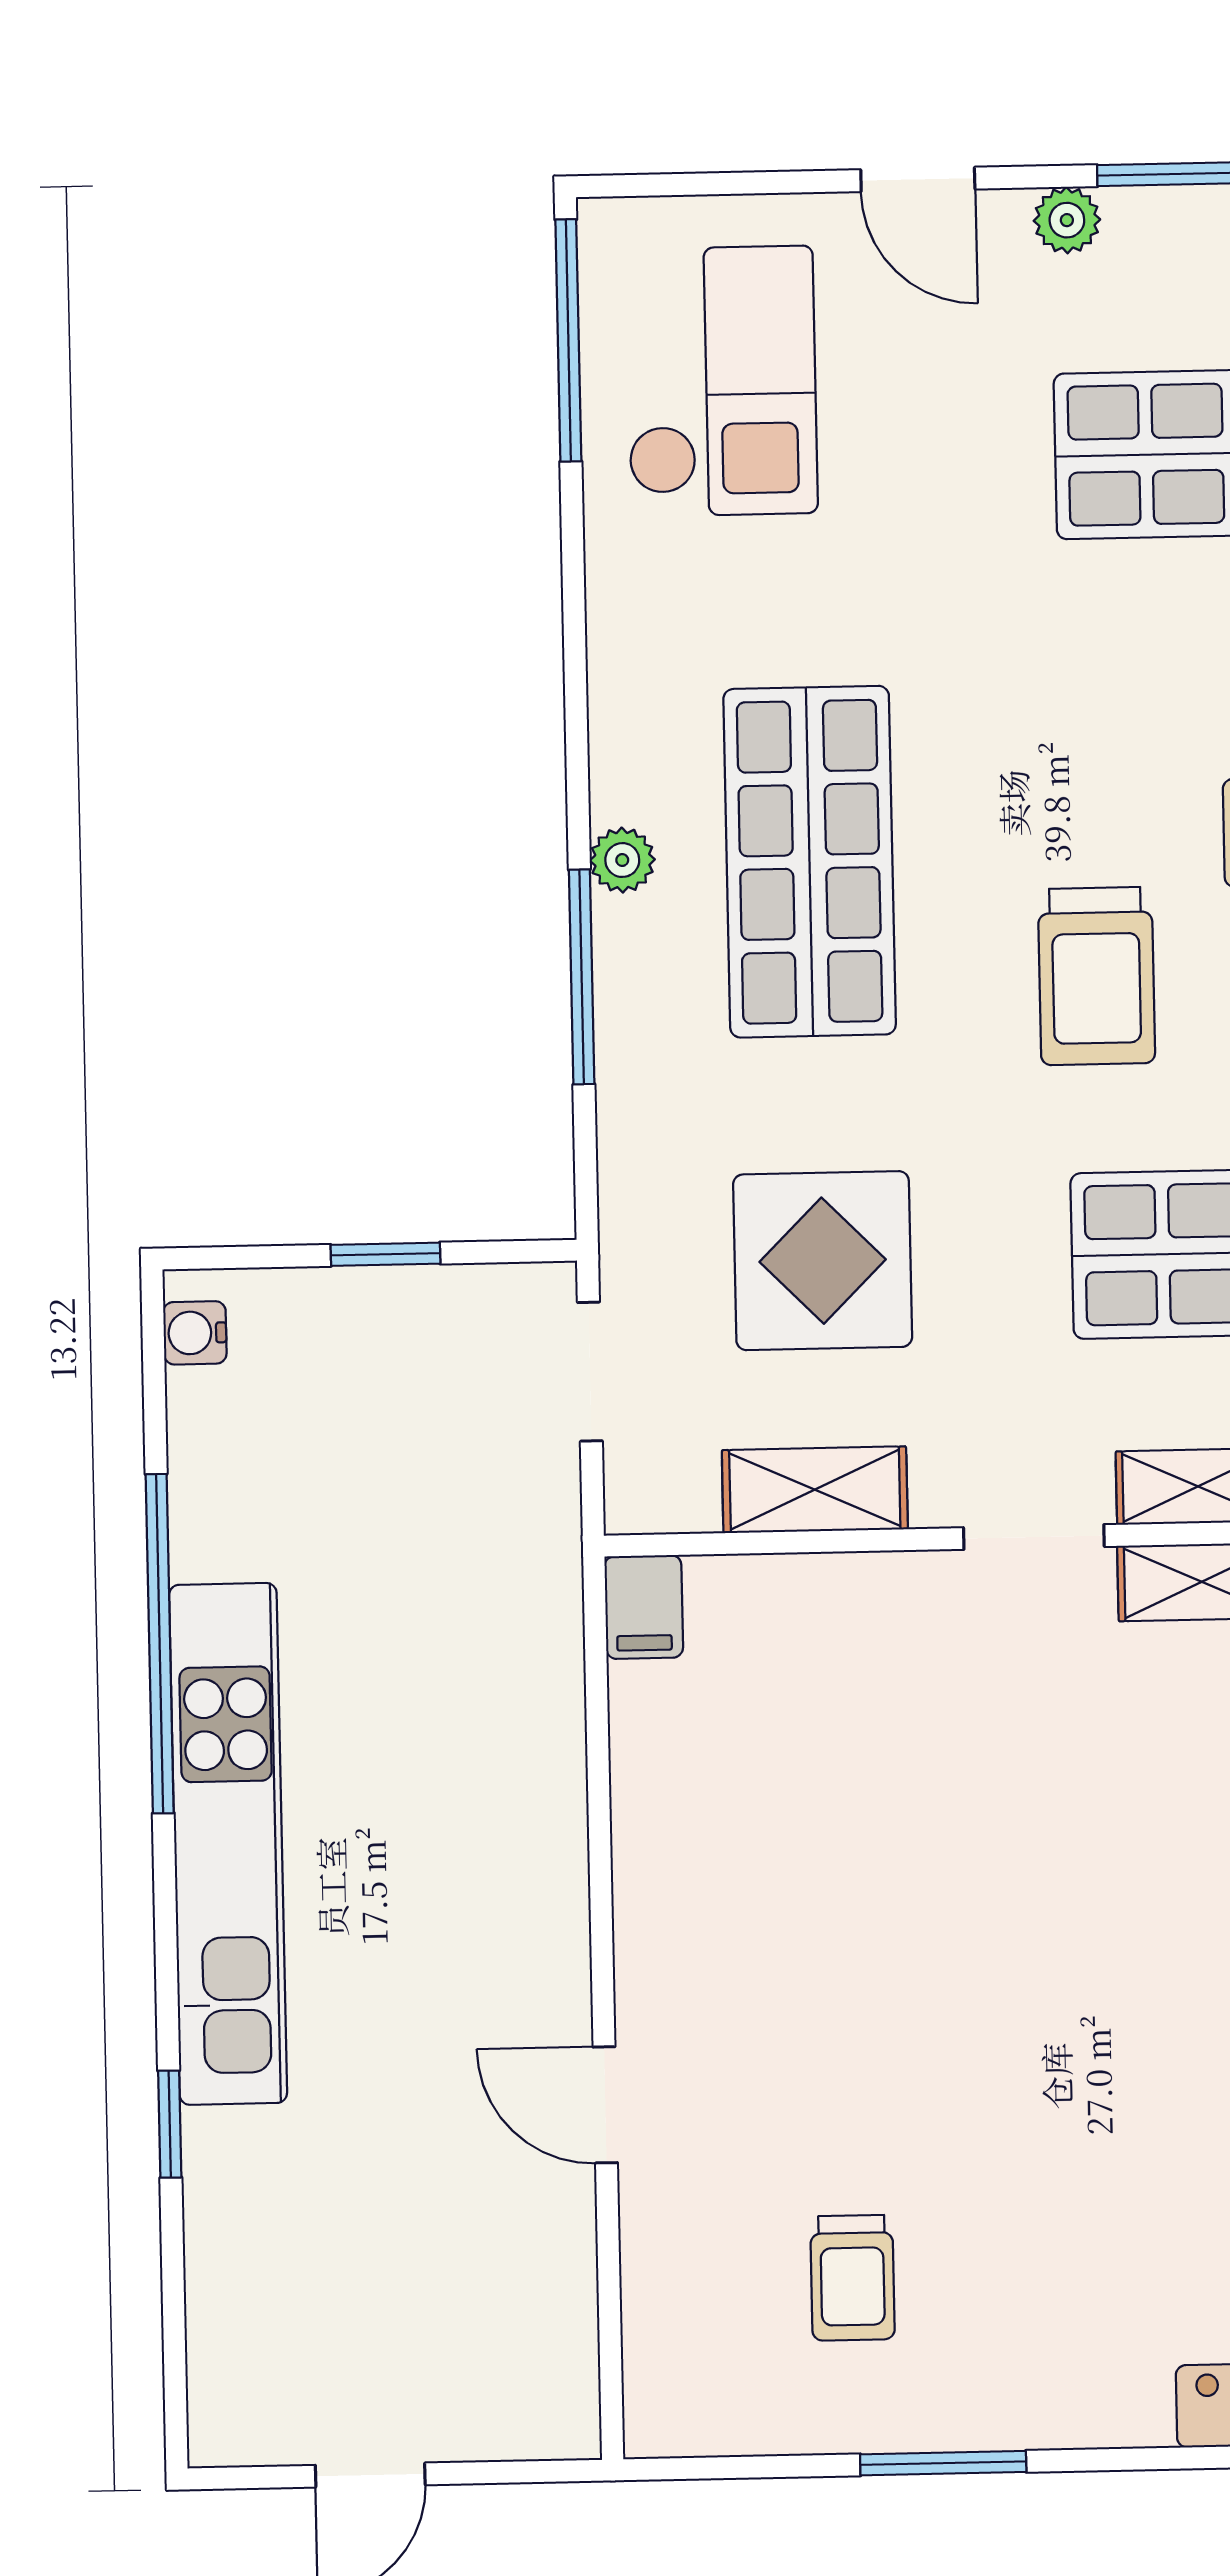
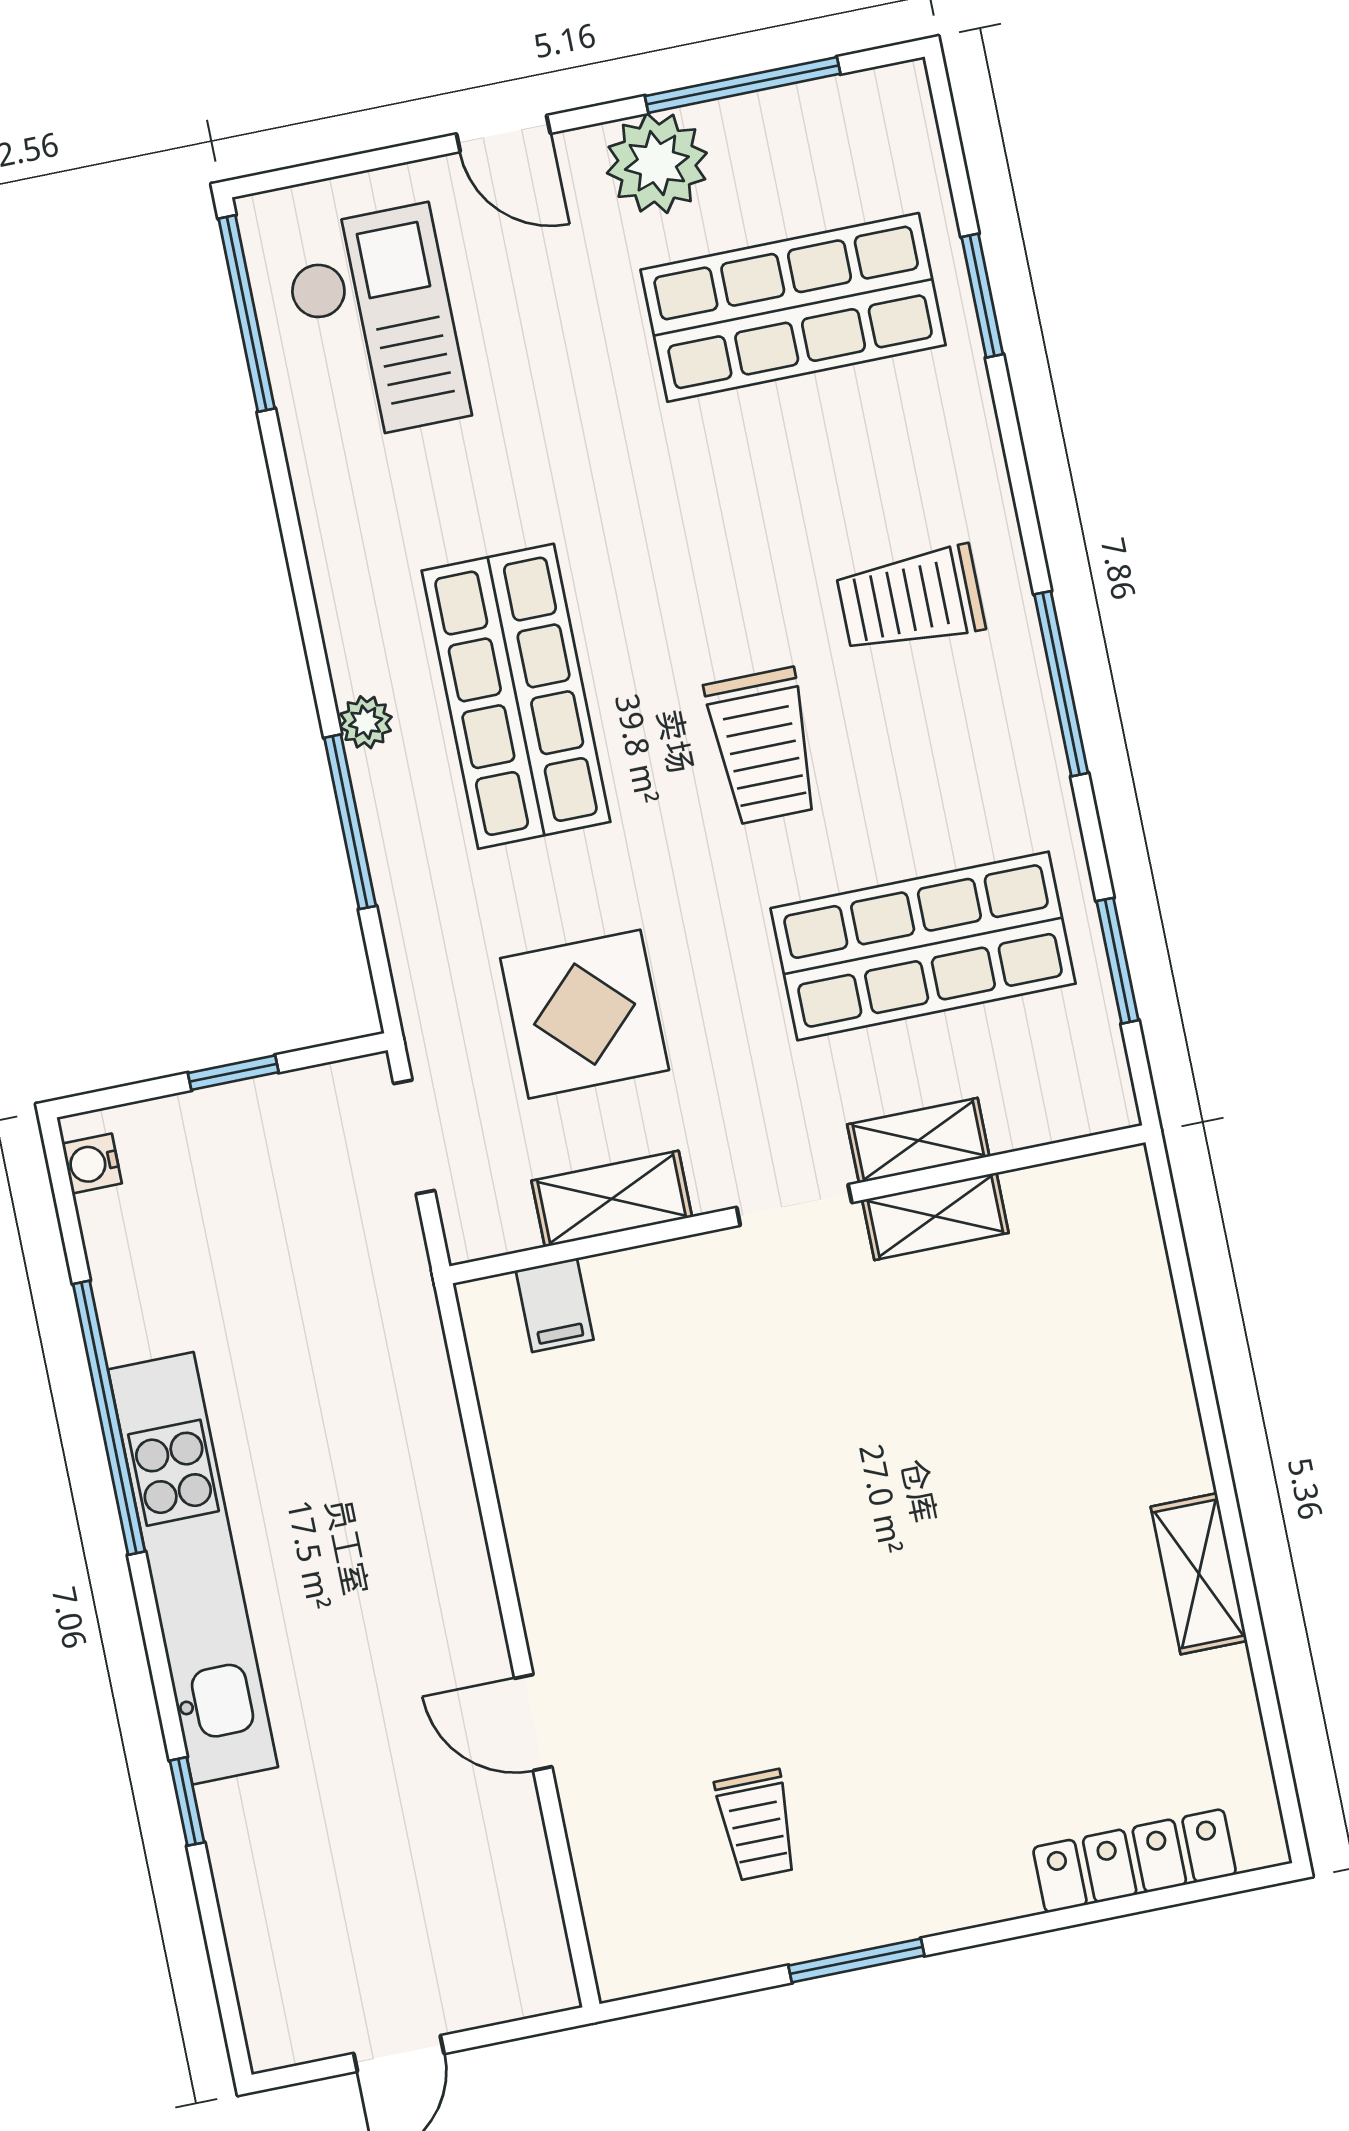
plant: (1067, 220) -> (657, 163), width x1.88, depth x1.88
filing cabinet: (644, 1607) -> (555, 1305), moved

